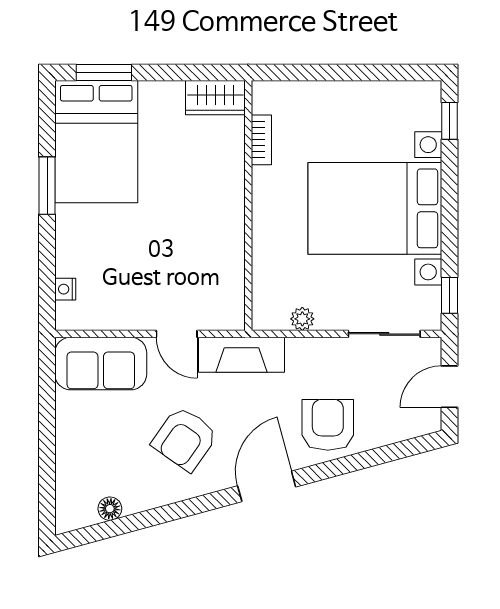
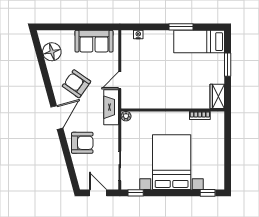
window: (104, 72) -> (228, 65), moved
bed: (96, 142) -> (199, 42), width x0.67
plant: (302, 319) -> (126, 116), moved
sofa: (101, 364) -> (94, 41), moved, turned -90
door: (267, 486) -> (57, 118), hinge flipped
floor lamp: (110, 509) -> (52, 52), width x1.89, depth x1.89

